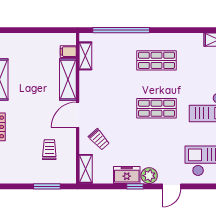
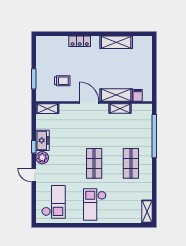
shelving: (85, 56) -> (120, 108), moved
trolley: (99, 139) -> (70, 119), removed

